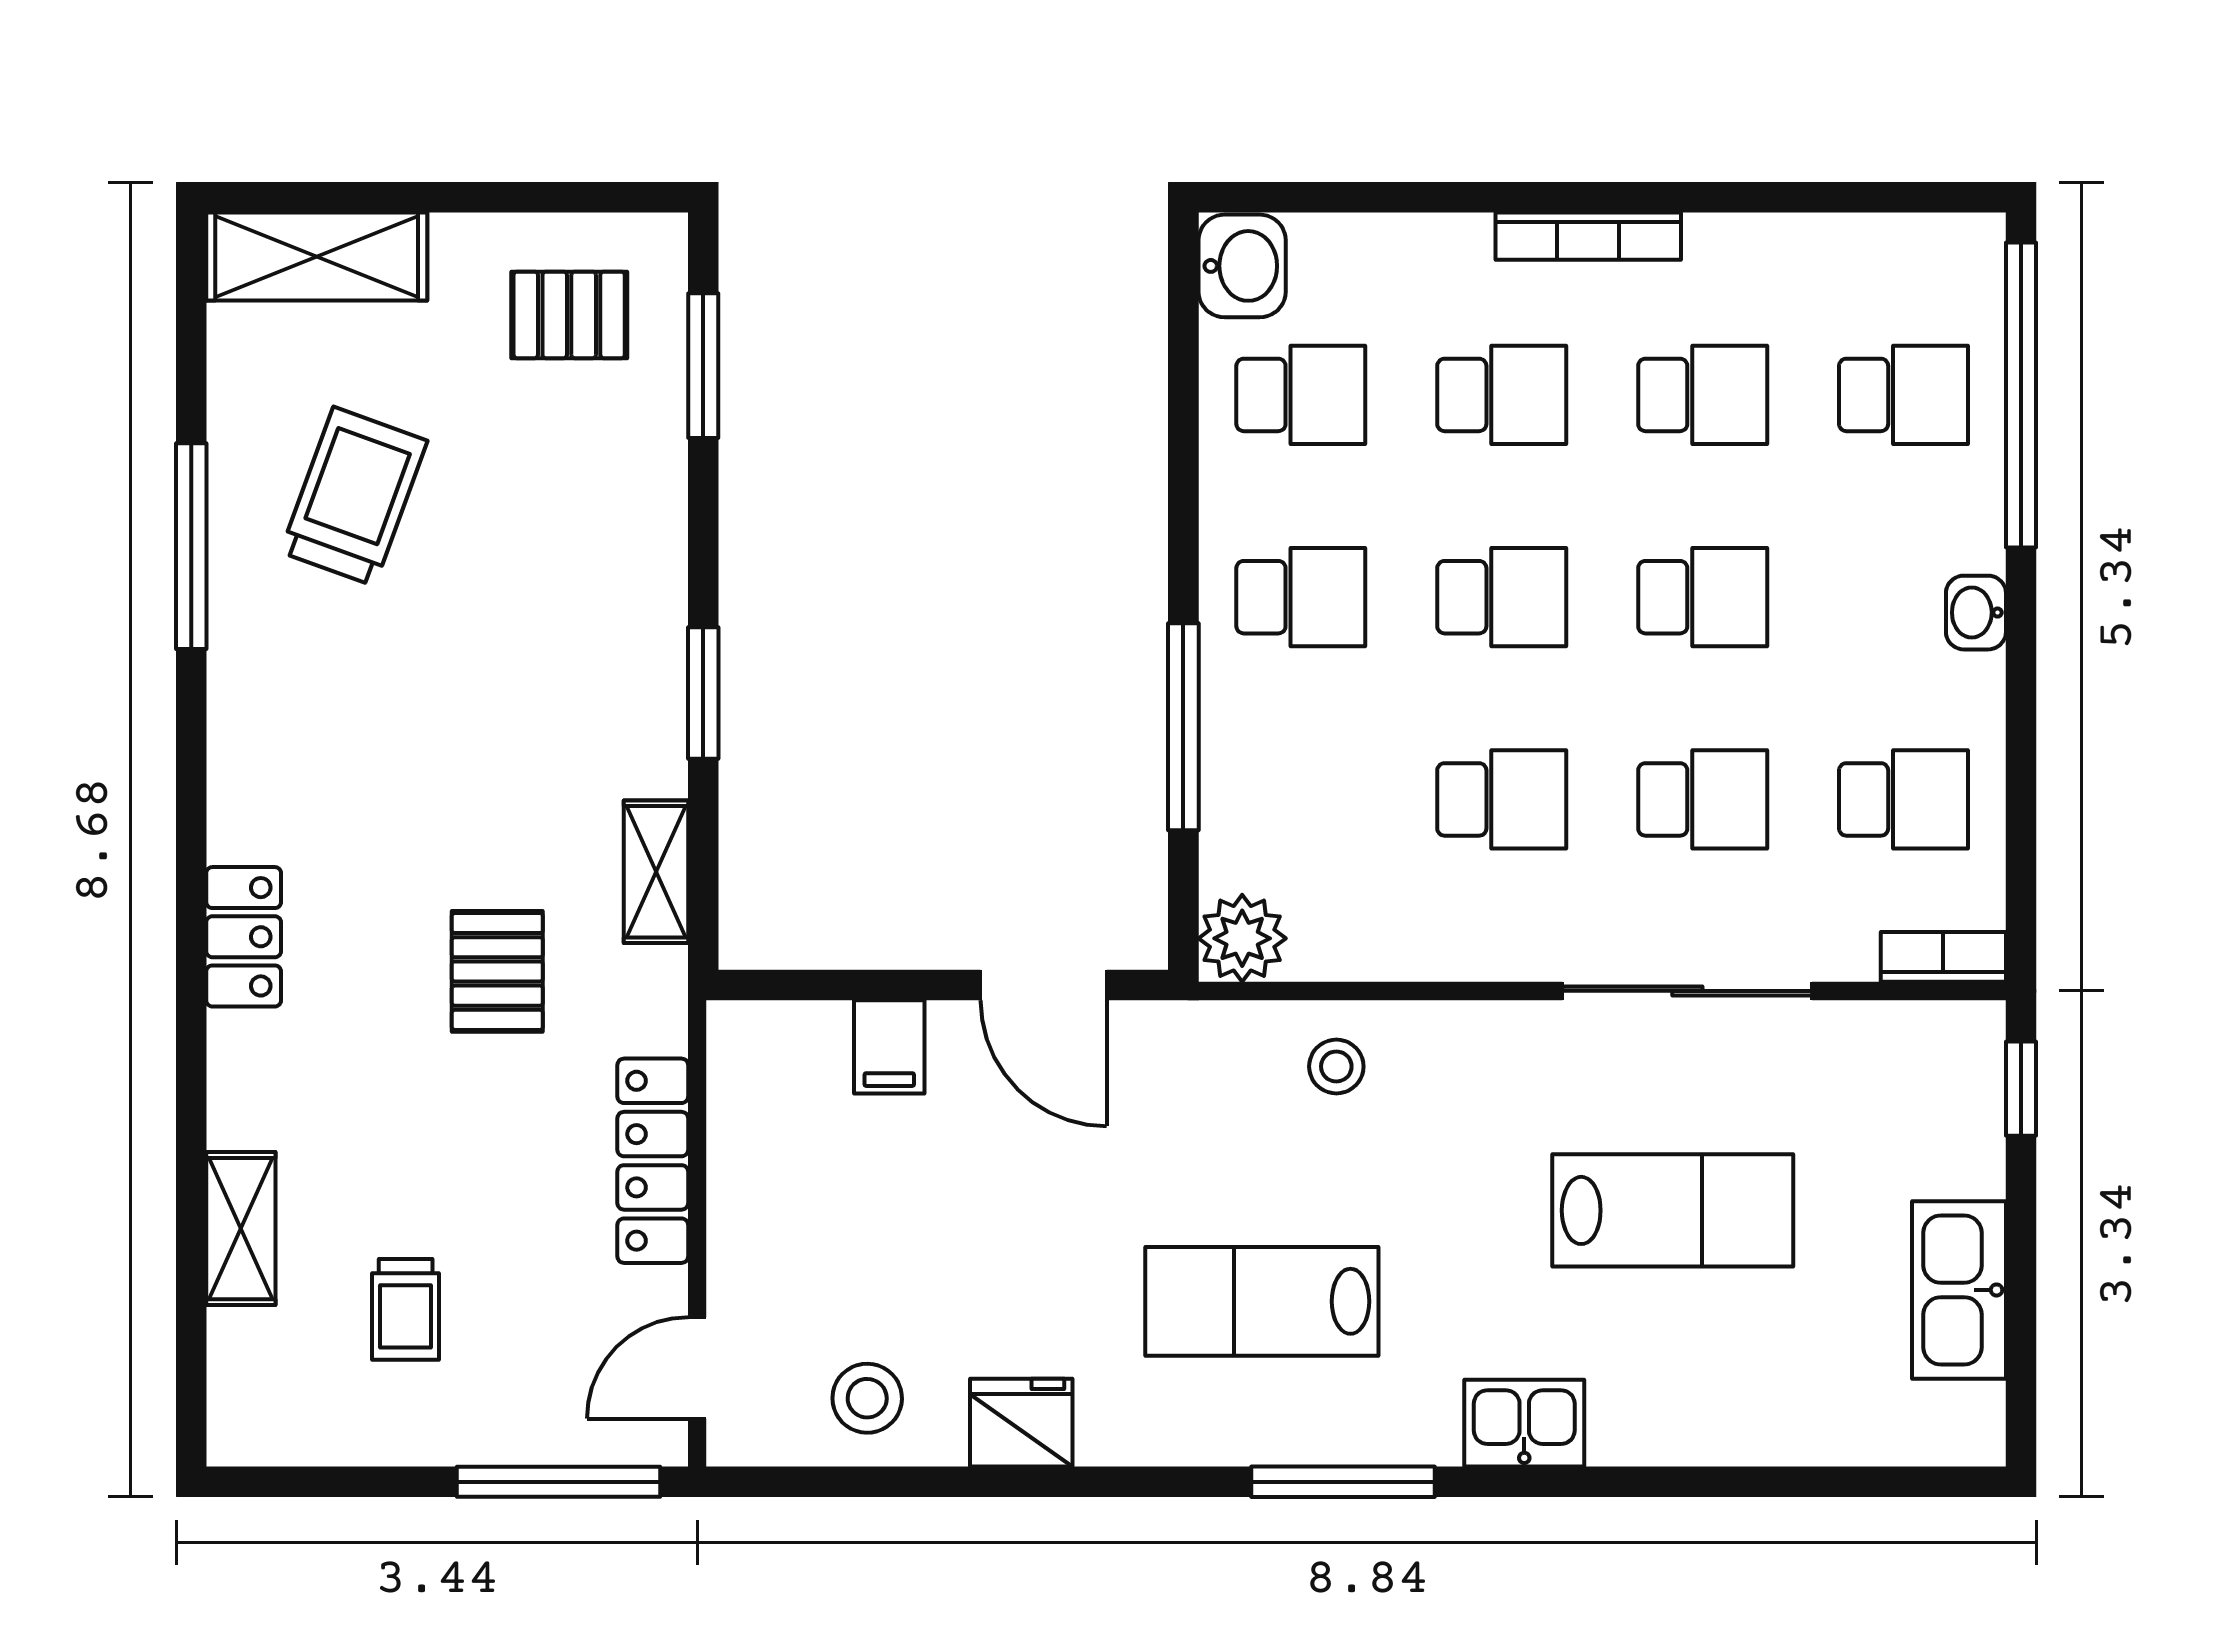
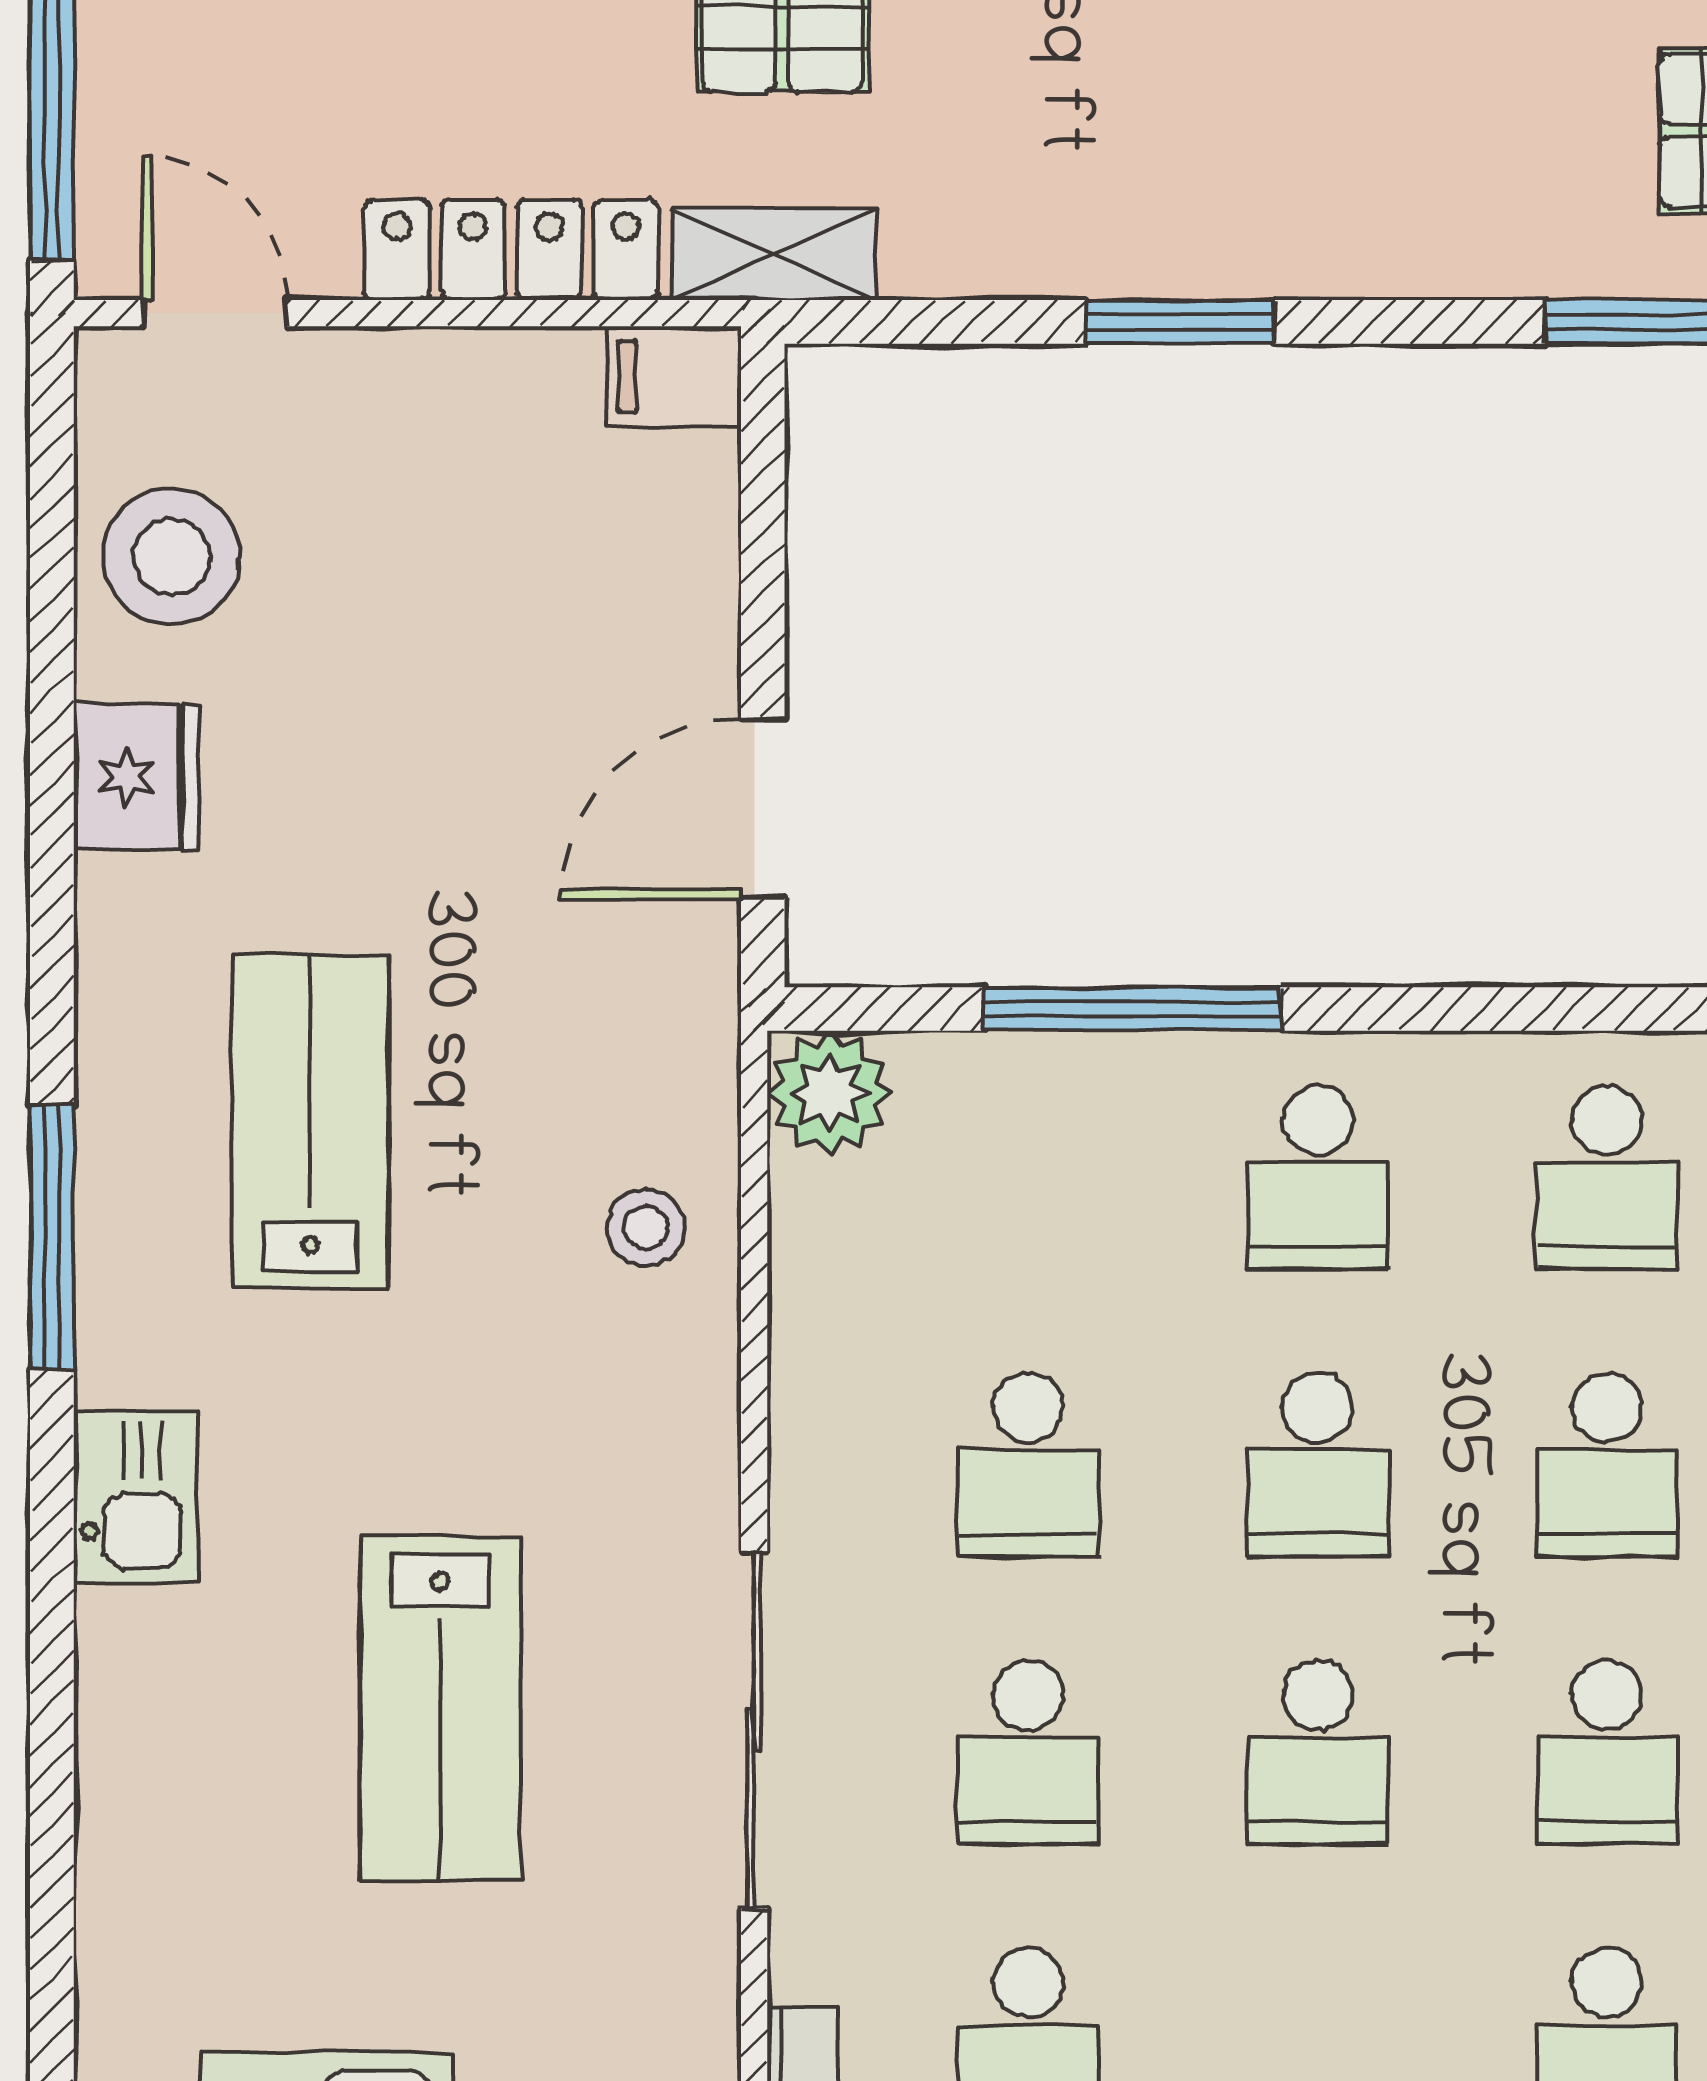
shelving: (656, 872) -> (775, 254), moved
filing cabinet: (889, 1047) -> (674, 376), moved
stool: (867, 1398) -> (171, 556), width x1.38, depth x1.38

